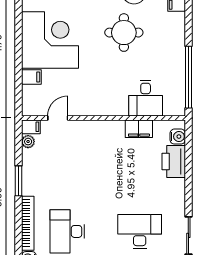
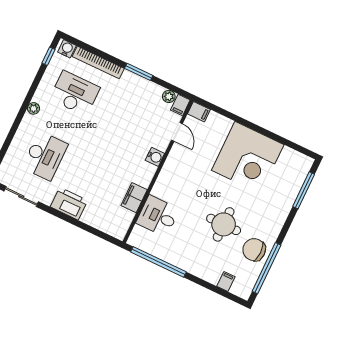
filing cabinet: (31, 77) -> (199, 112), moved, turned -90
water cooler: (178, 137) -> (155, 157), moved, turned -90
printer: (174, 161) -> (69, 204), moved

